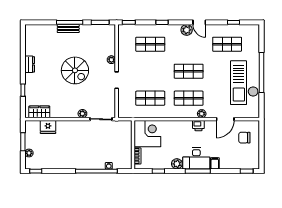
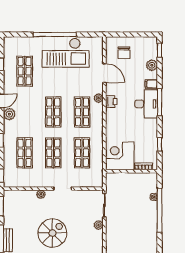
shop shelf: (150, 71) -> (53, 153), added
plant: (177, 164) -> (152, 65), moved

